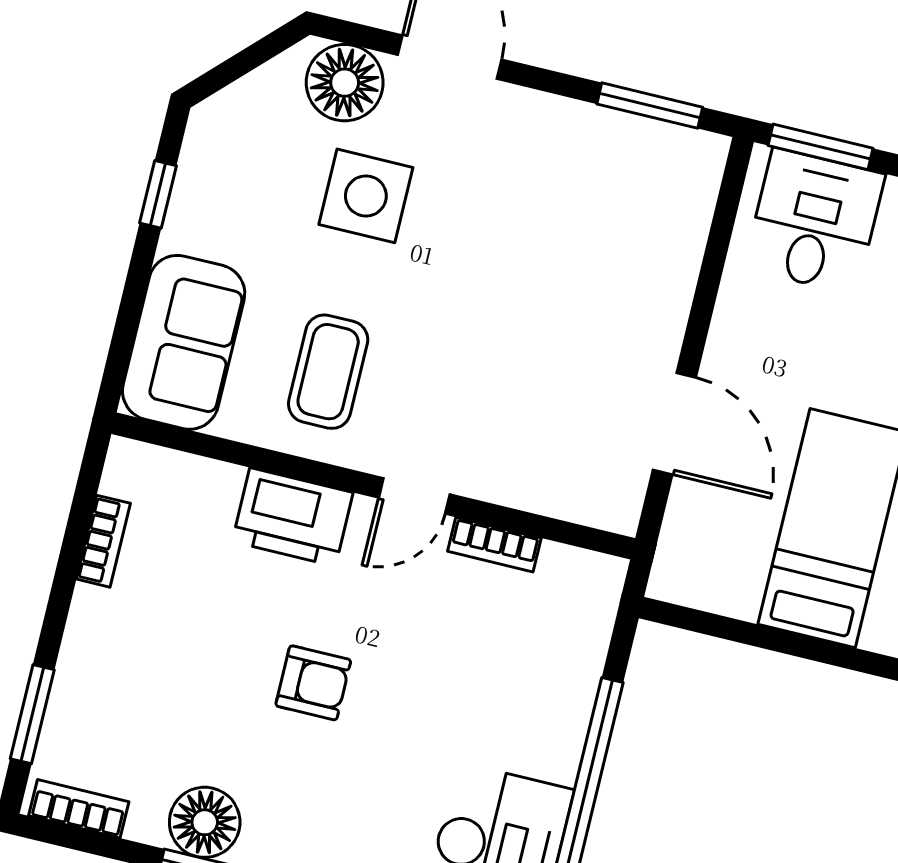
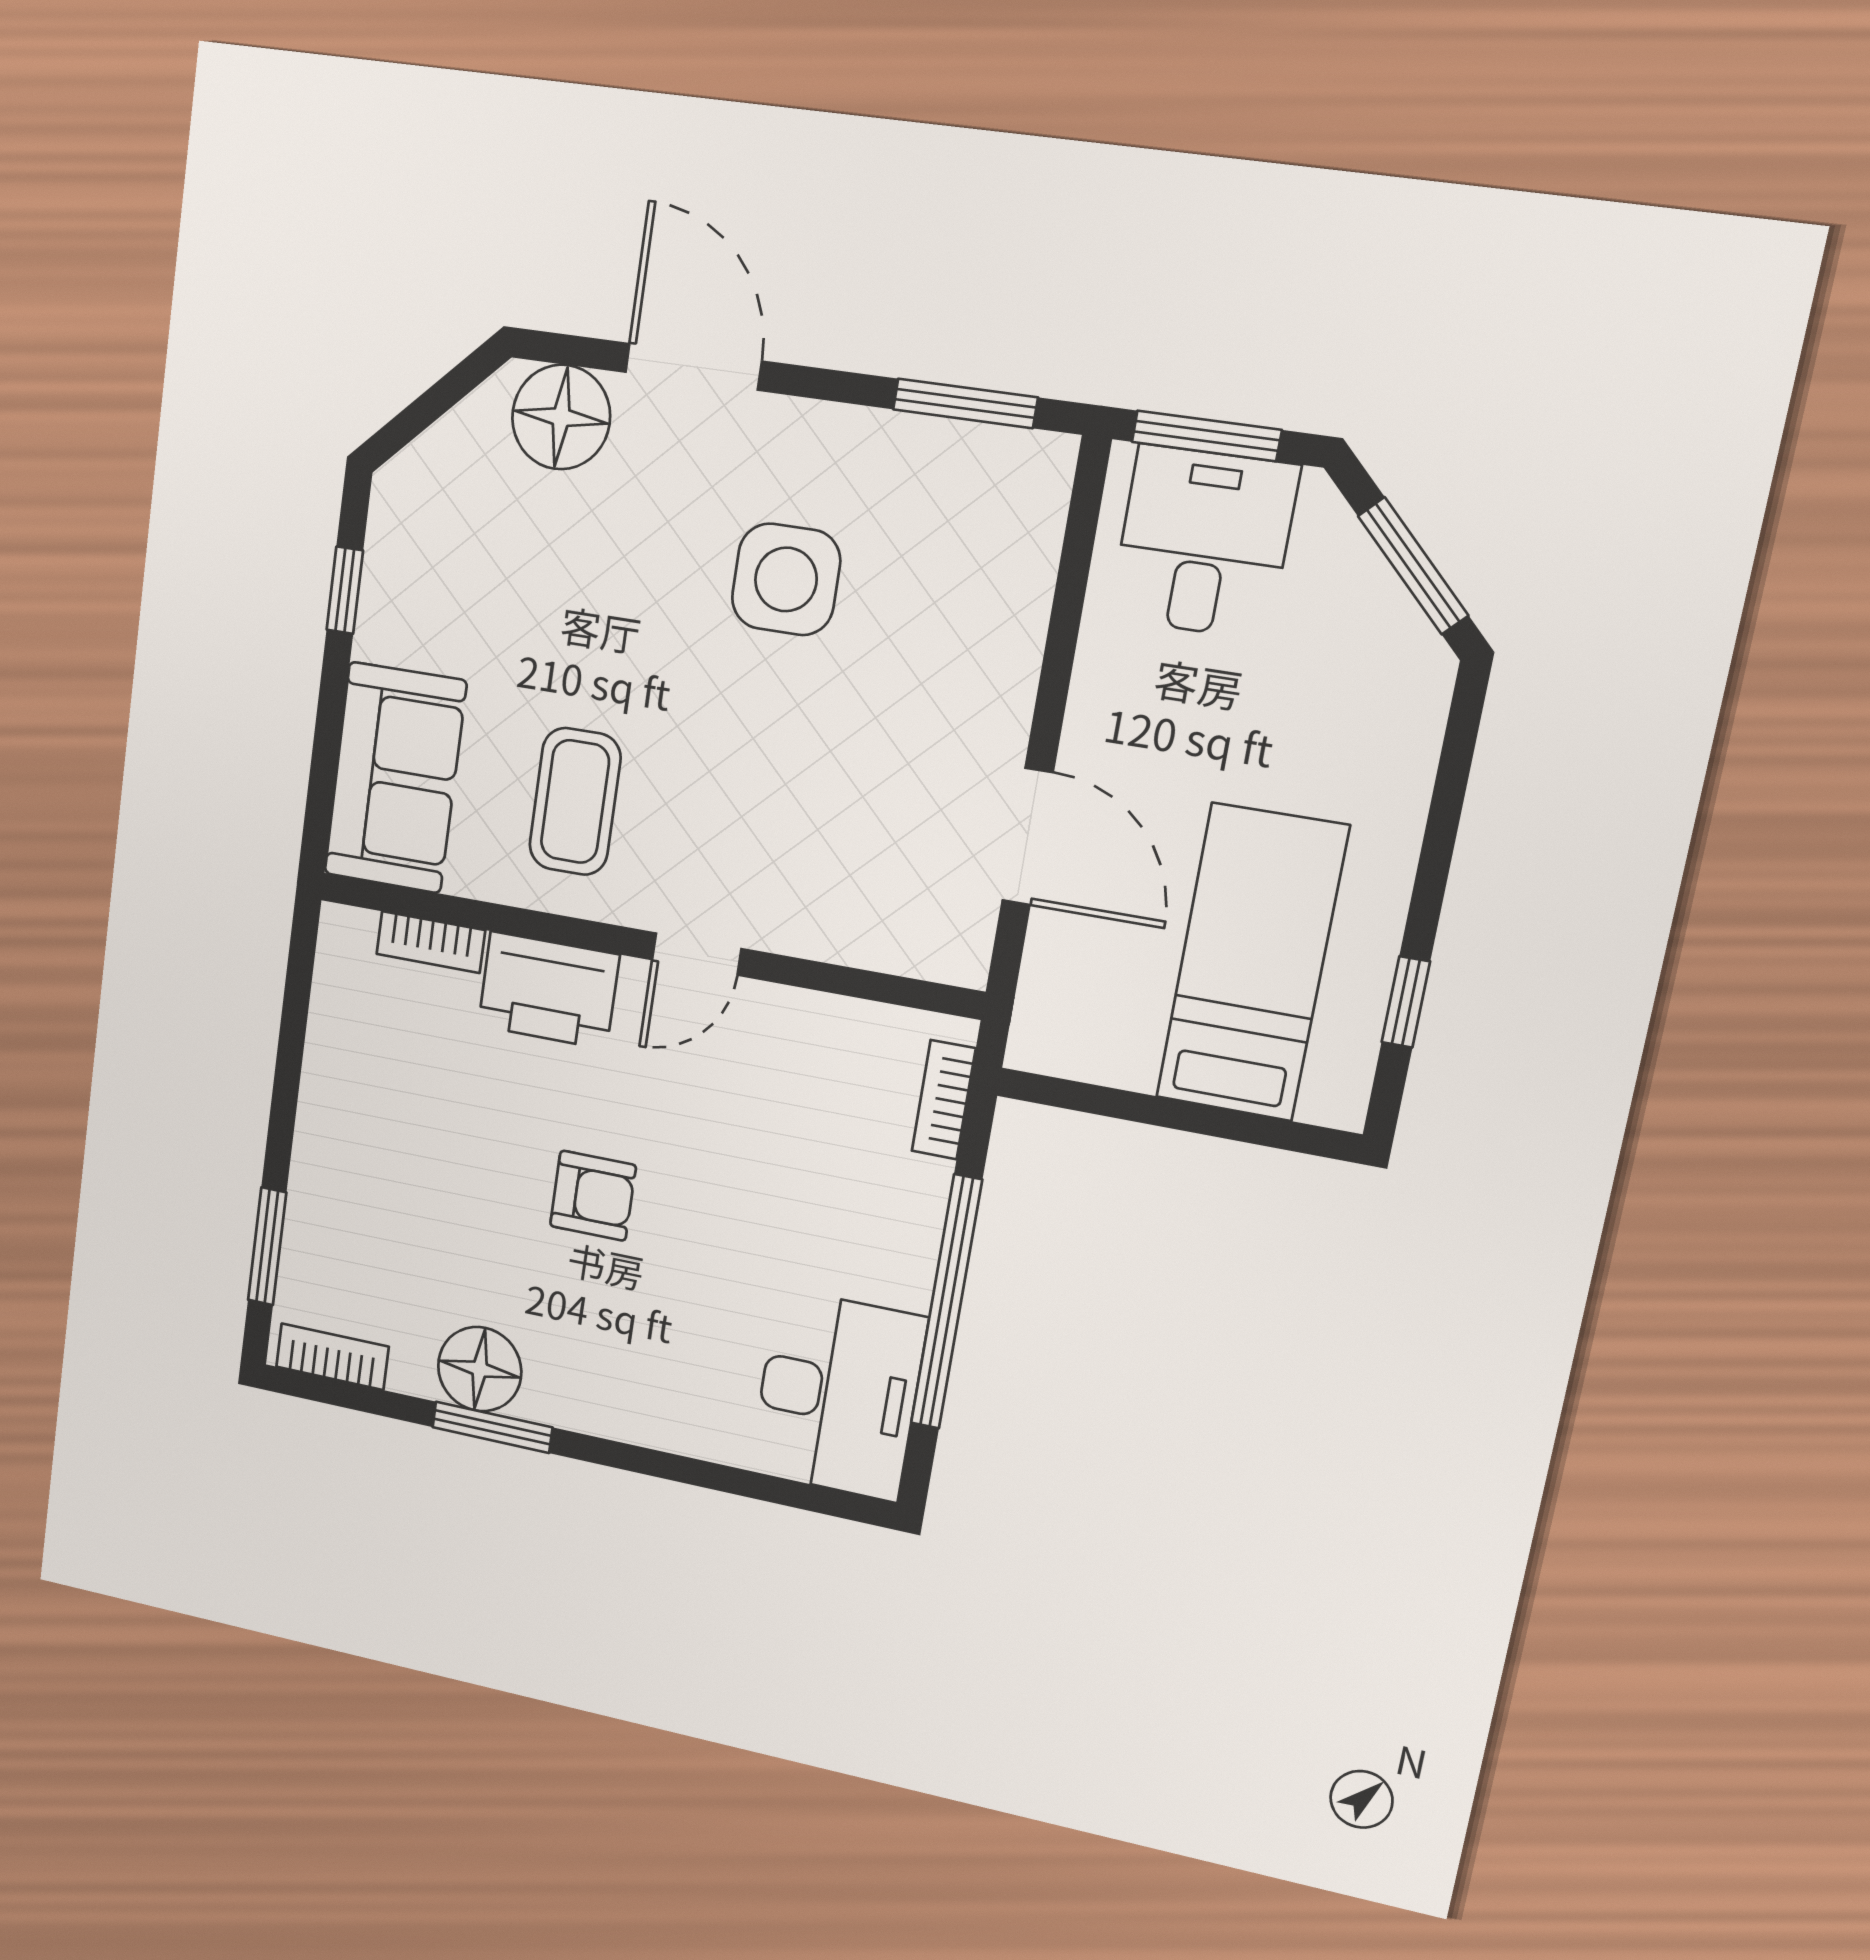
side table: (366, 196) -> (786, 579), moved
bookcase: (103, 541) -> (431, 942), moved, turned 90
bookcase: (494, 545) -> (944, 1100), moved, turned 90

